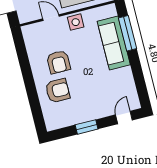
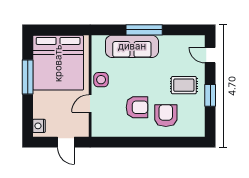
window: (128, 33) -> (144, 30), moved
rug: (90, 100) -> (184, 85), added

